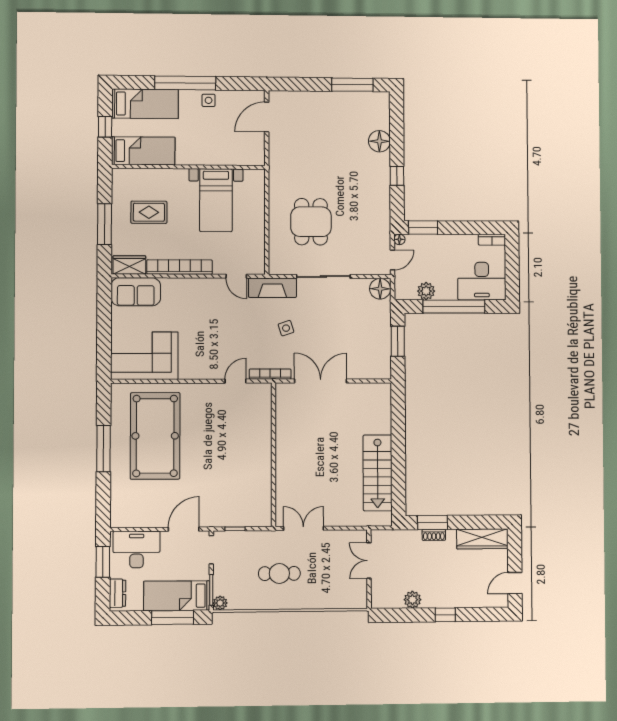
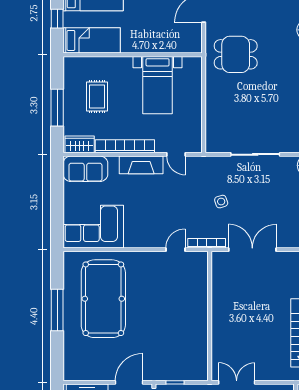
rug: (149, 212) -> (97, 97), turned 90
dining table: (311, 222) -> (236, 54), moved, turned 90
fireplace: (272, 288) -> (141, 165), moved

